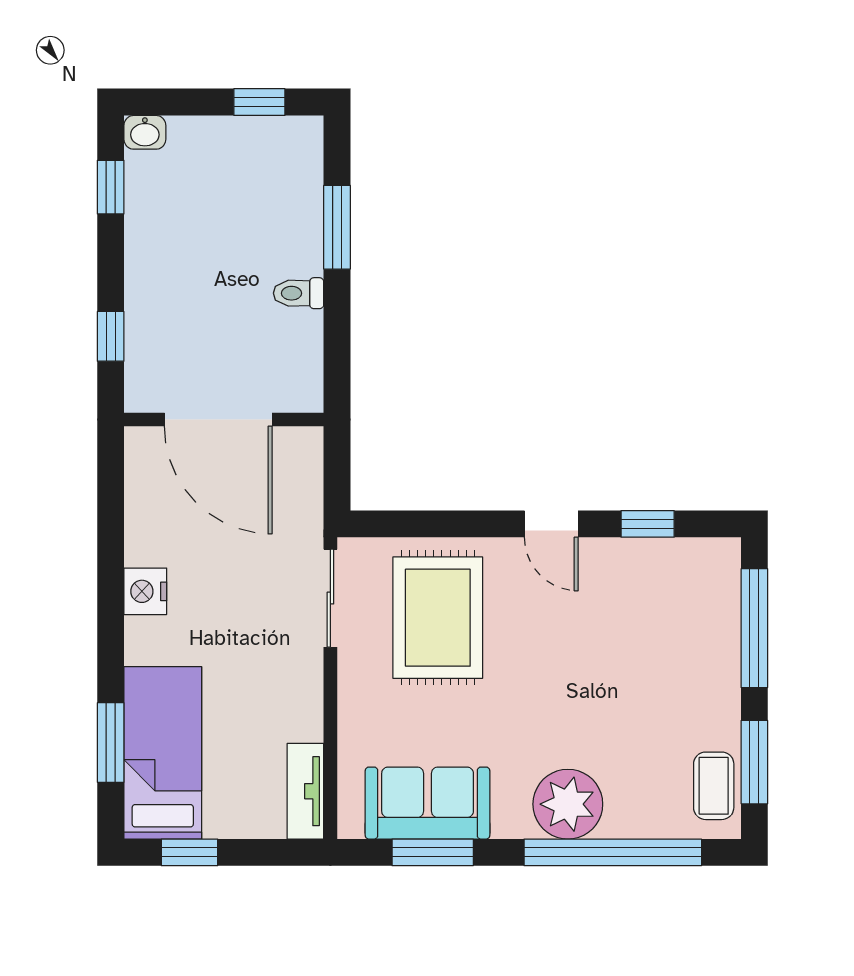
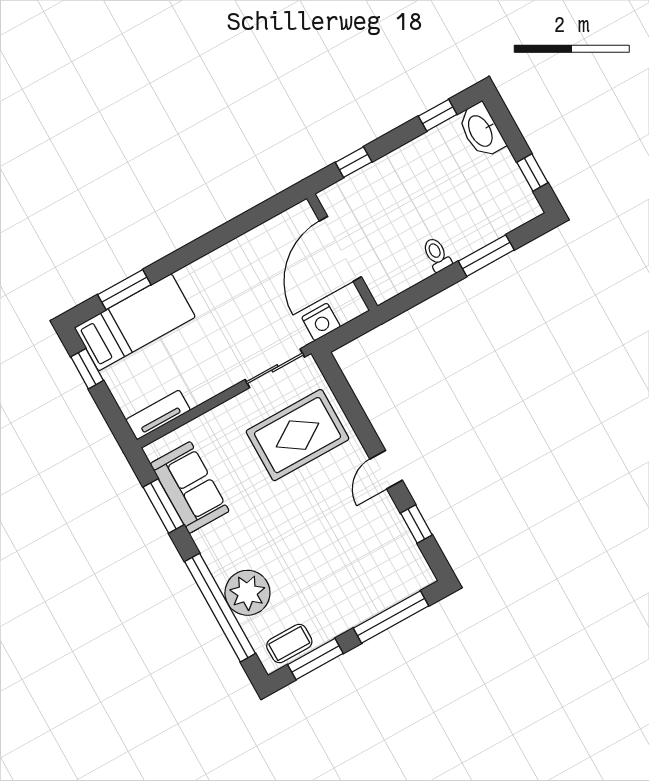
washbasin: (145, 132) -> (481, 131), width x1.91, depth x1.45
nightstand: (145, 591) -> (321, 322), moved, turned 180
plant: (568, 804) -> (247, 593), moved

